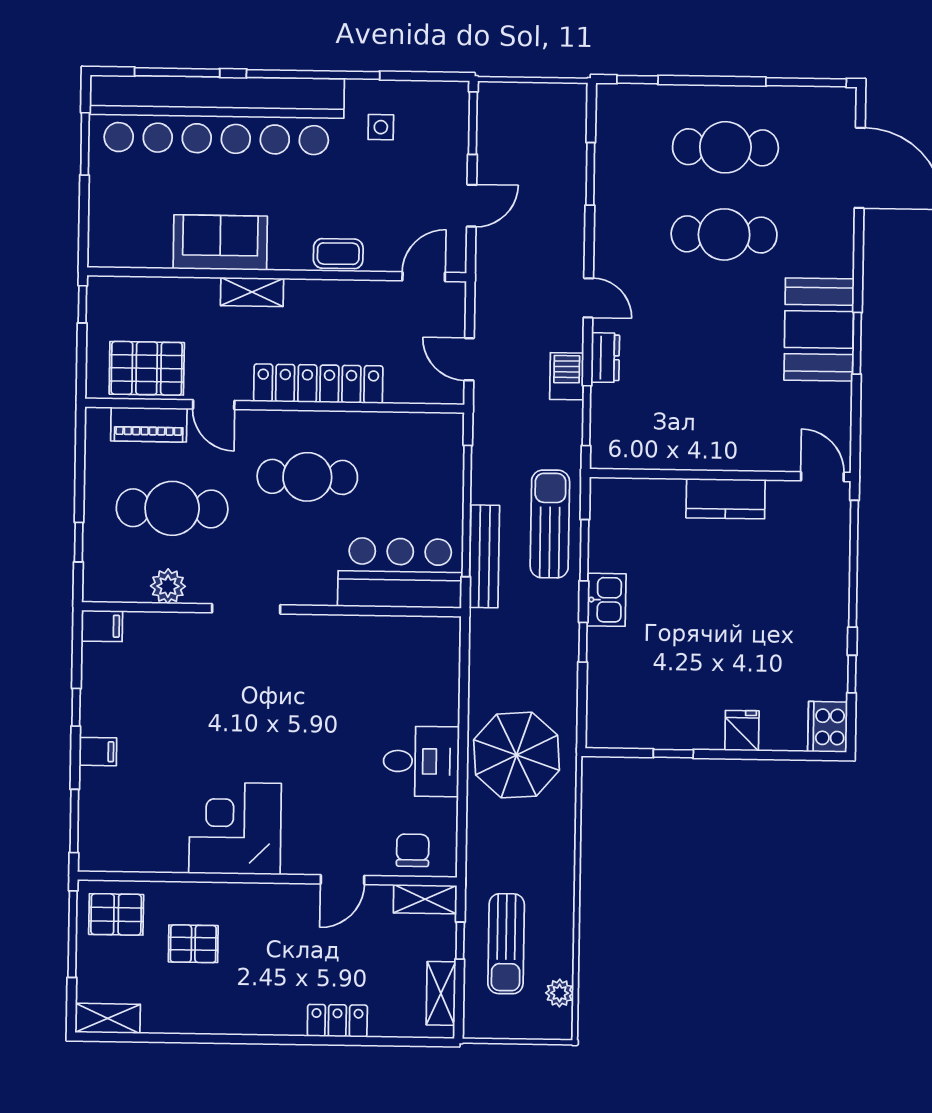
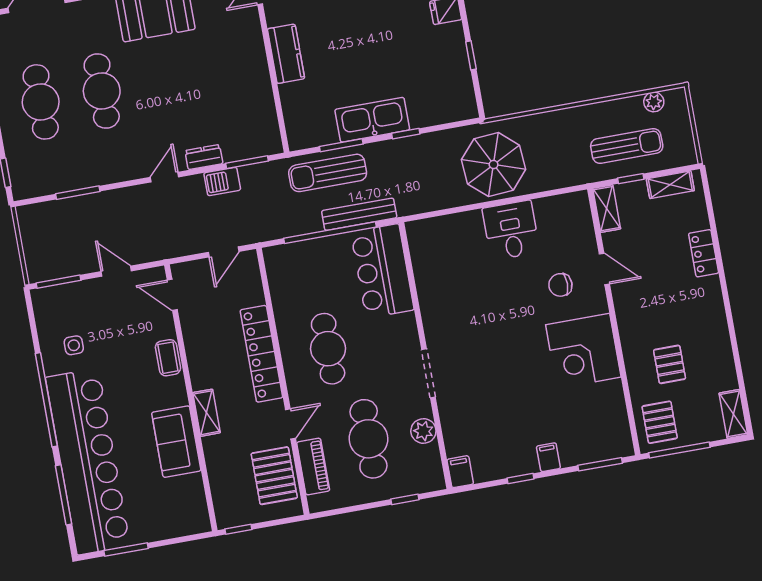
kitchen sink: (607, 600) -> (372, 120), width x1.88, depth x1.24
chair: (413, 850) -> (560, 285), moved

